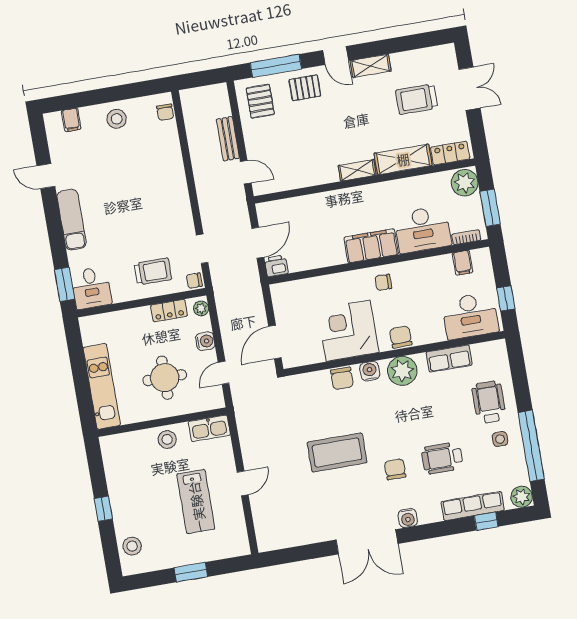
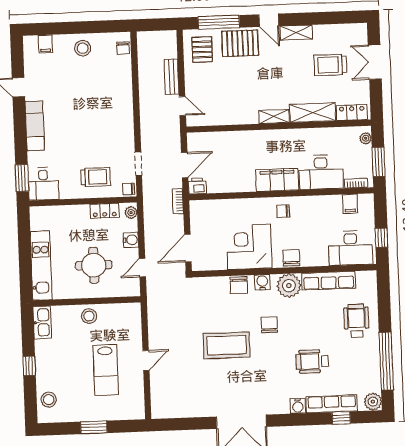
pallet: (305, 88) -> (240, 43), width x1.50, depth x1.42
double door: (469, 89) -> (375, 62), swing flipped
plant: (465, 183) -> (366, 138), width x0.53, depth x0.53
bookcase: (256, 287) -> (178, 201), added
row of seats: (449, 359) -> (329, 281), width x1.48
kitchen sink: (209, 428) -> (42, 322), moved, turned -90
side table: (500, 439) -> (361, 352), removed
chair: (395, 469) -> (269, 325), moved
water cooler: (408, 518) -> (298, 406), moved

